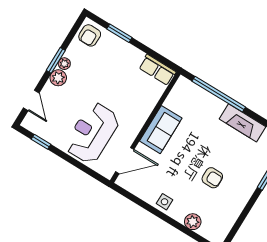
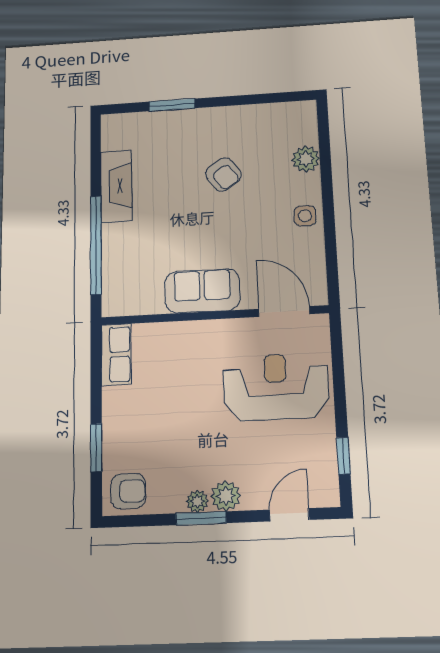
reception desk: (92, 133) -> (276, 387), turned 180
armchair: (212, 178) -> (223, 174), turned 145

